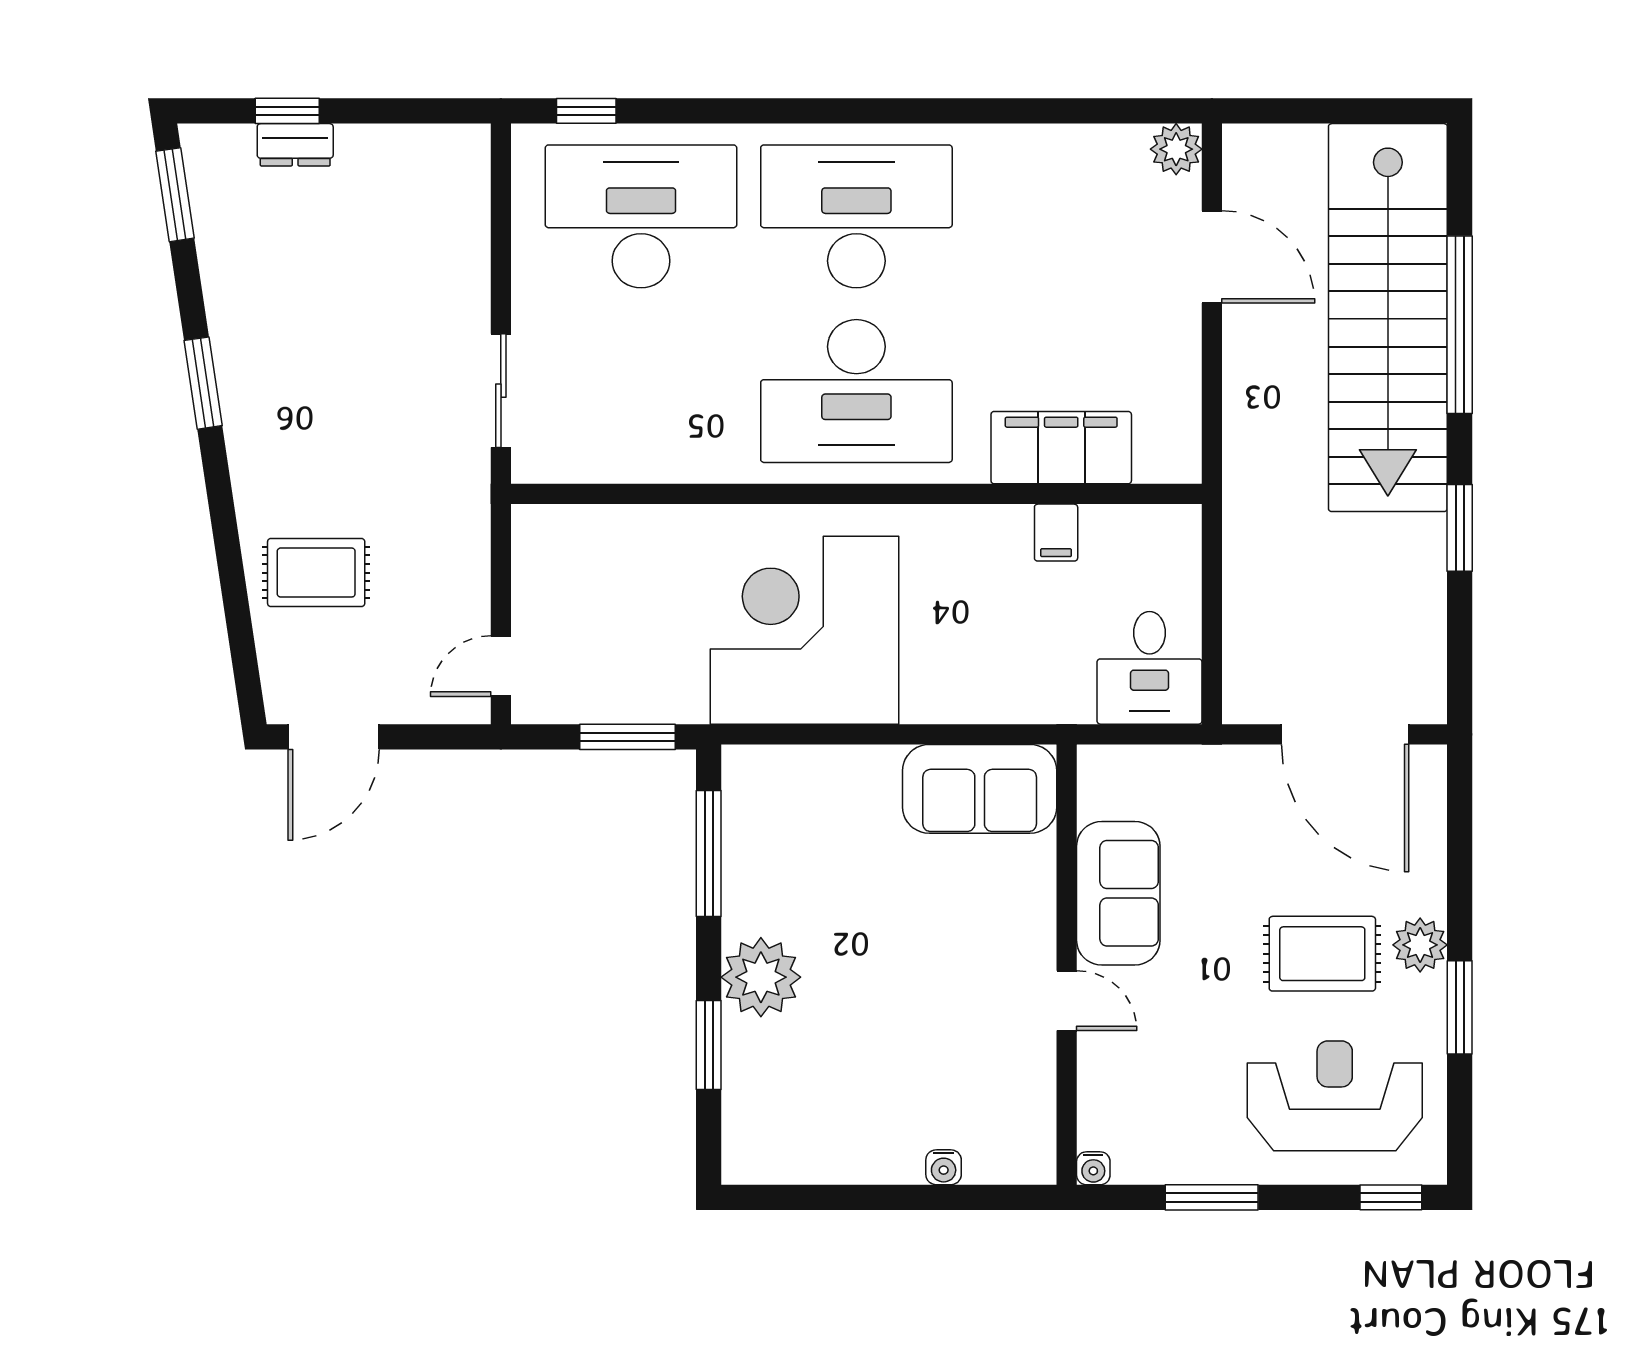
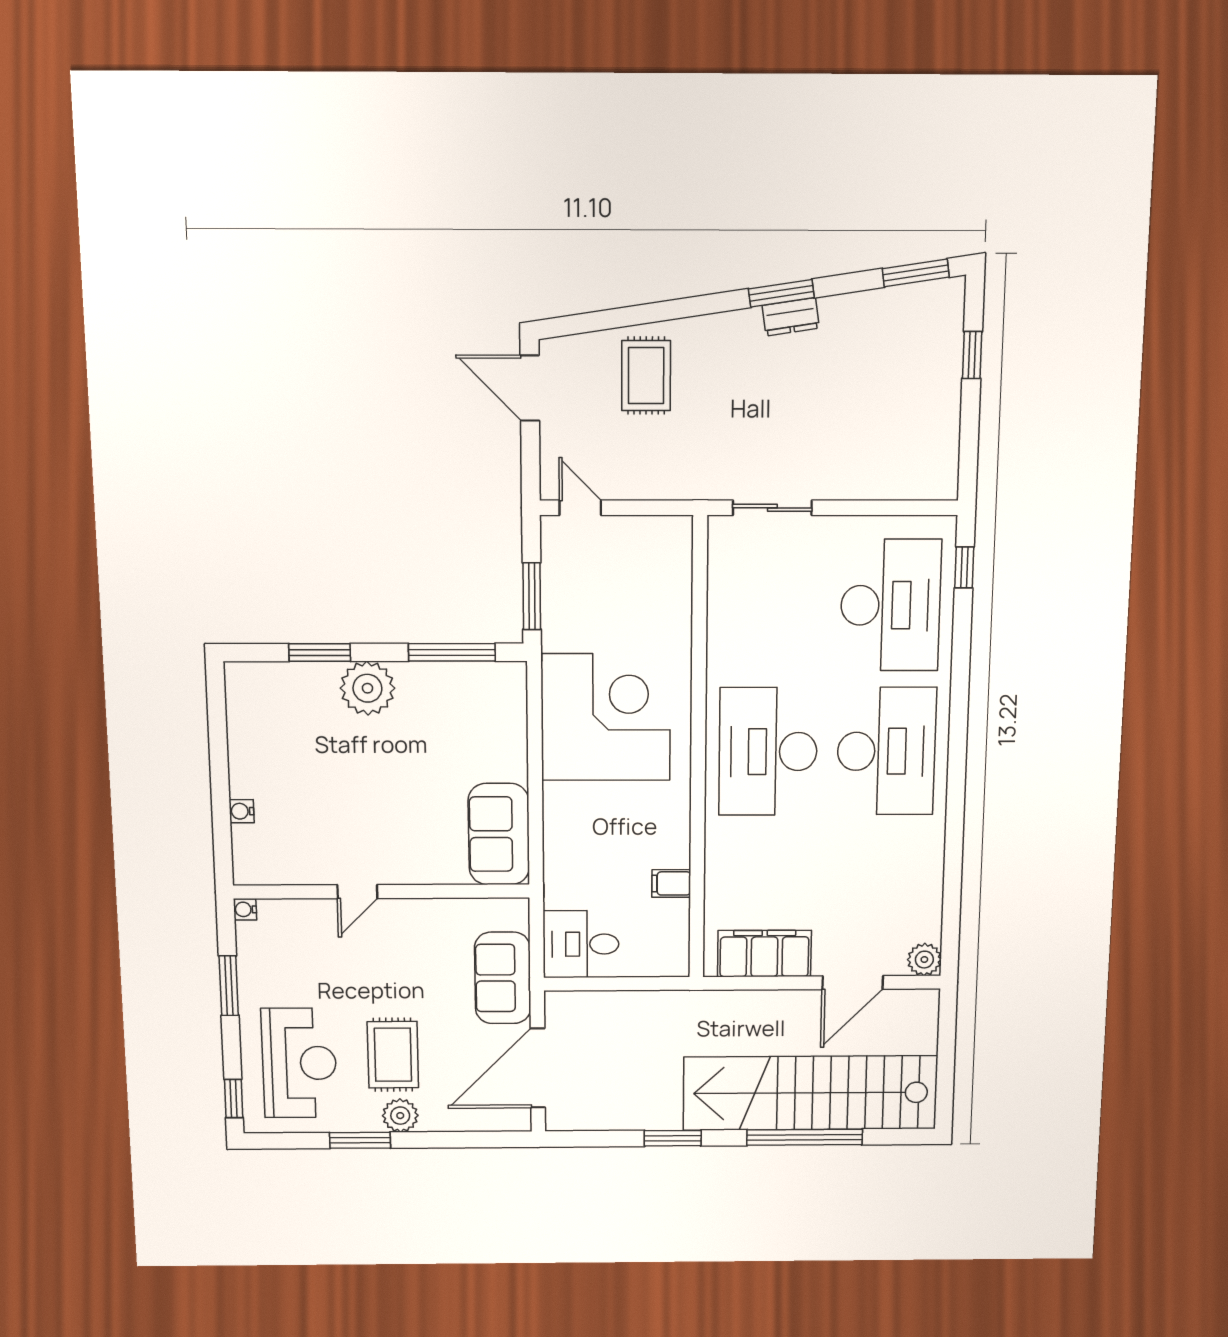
dresser: (295, 145) -> (791, 317), moved, turned -98
filing cabinet: (1061, 448) -> (764, 954), moved, turned -90
sofa: (1118, 893) -> (503, 978), moved, turned 90

